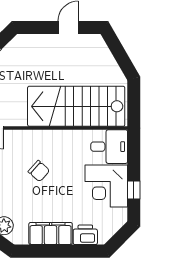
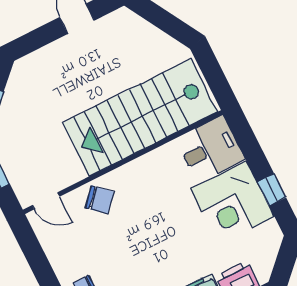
chair: (39, 171) -> (100, 200), moved

